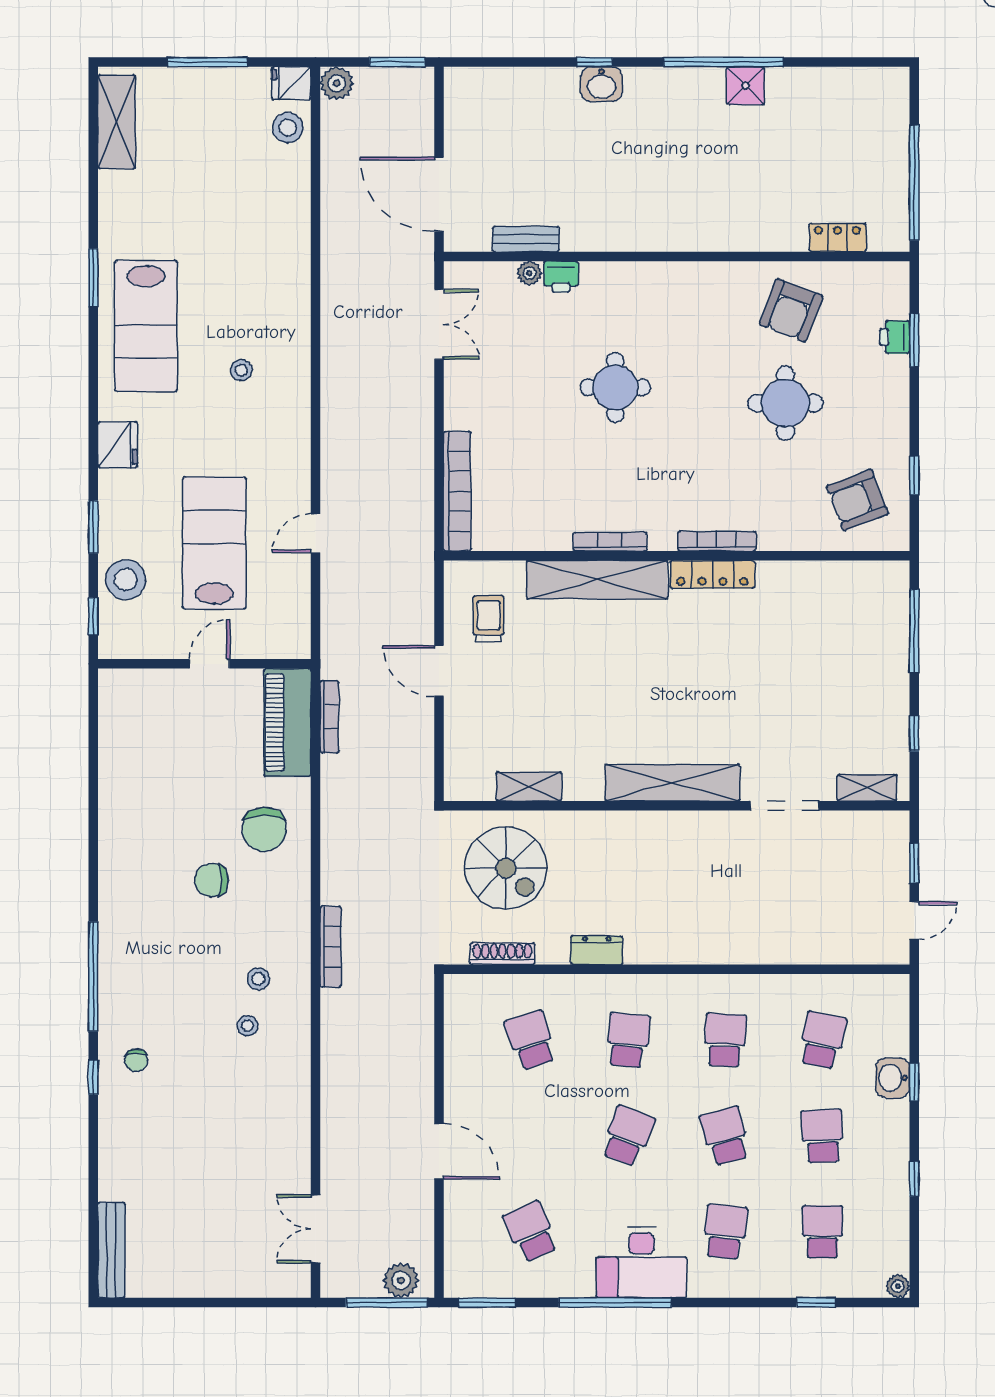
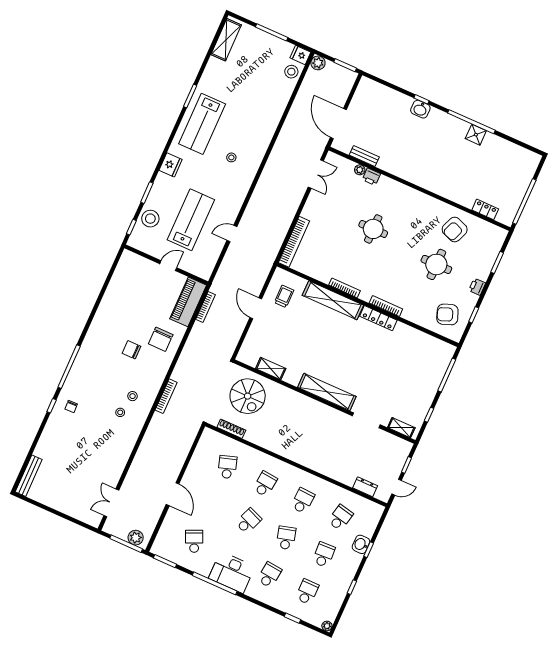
printer: (895, 337) -> (477, 287), moved
dresser: (597, 950) -> (365, 487), moved

